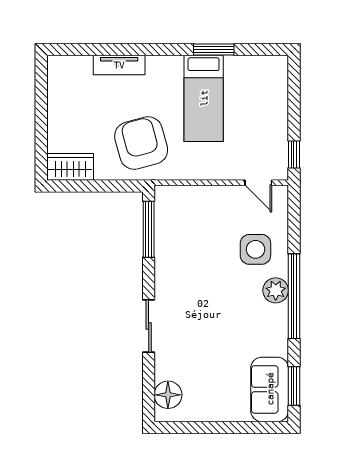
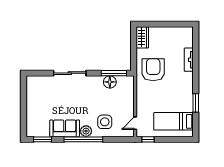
bed: (204, 98) -> (174, 121), moved
armchair: (141, 143) -> (153, 70), turned -75
sliding door: (149, 326) -> (70, 73), width x1.37
sofa: (270, 389) -> (65, 128), moved
floor lamp: (168, 395) -> (110, 82), moved

